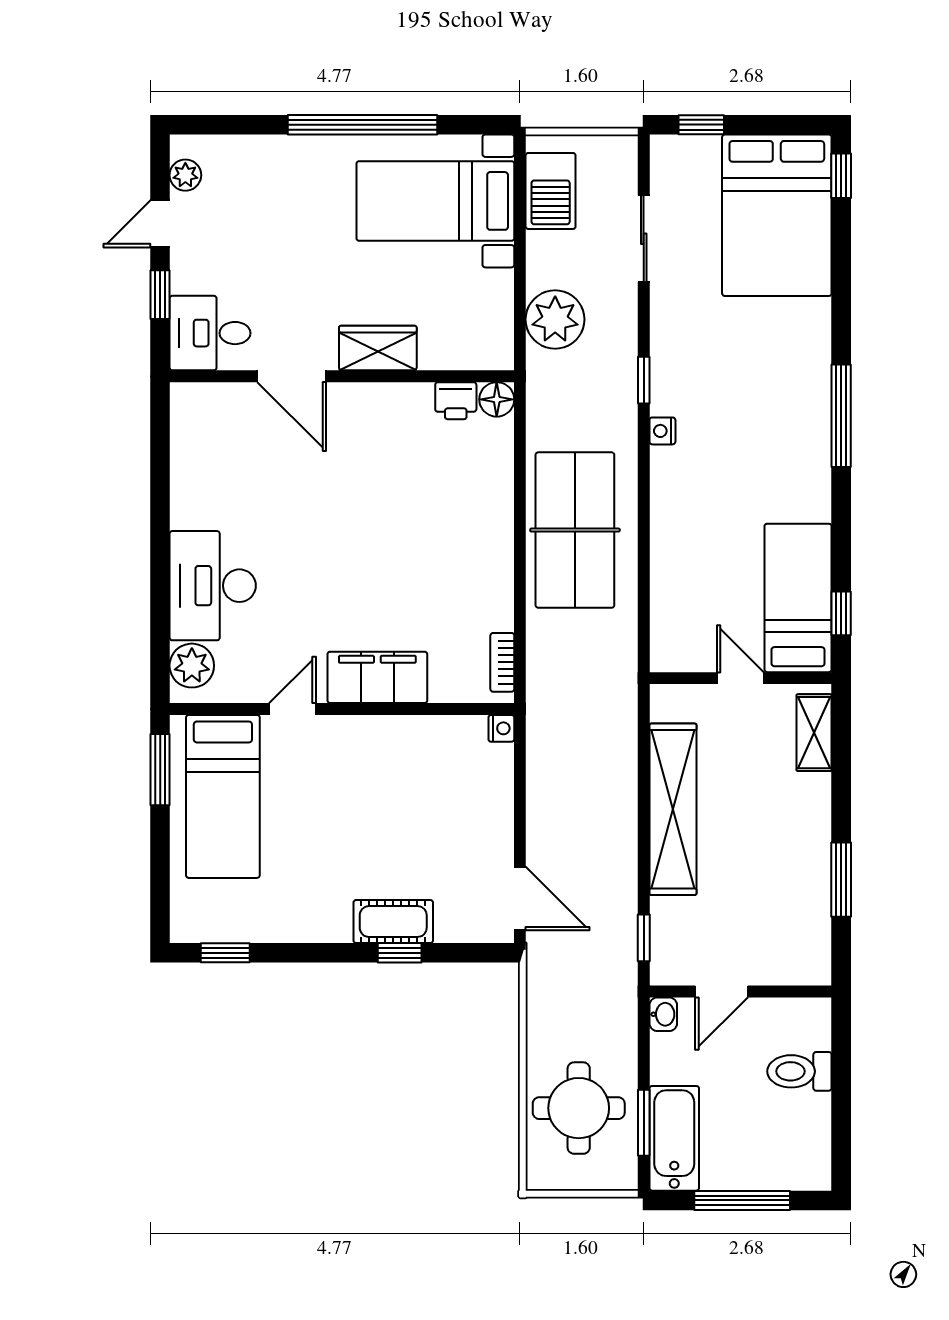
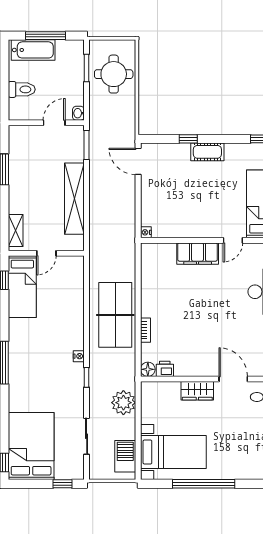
bookcase: (502, 662) -> (145, 330), moved
door: (740, 678) -> (46, 253), hinge flipped
cot: (393, 922) -> (207, 152), moved
window: (644, 938) -> (87, 145), width x1.50
bathtub: (674, 1138) -> (33, 50), moved, turned -90

